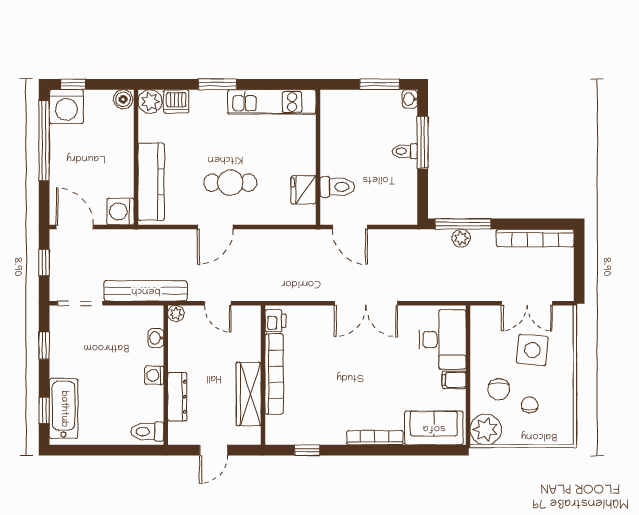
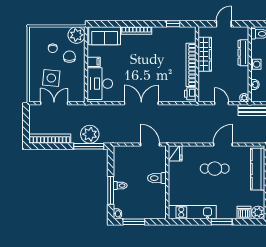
toilet: (337, 187) -> (157, 178), moved
fridge: (303, 190) -> (175, 153), moved
plant: (461, 238) -> (90, 134), width x1.87, depth x1.87

